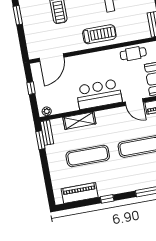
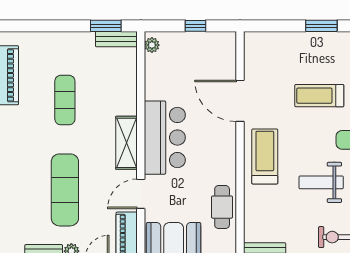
treadmill: (99, 34) -> (265, 156), turned 180
door: (52, 58) -> (240, 101), moved
shelving: (79, 121) -> (126, 143), moved
exercise mat: (88, 156) -> (65, 100), width x0.73, depth x0.69

